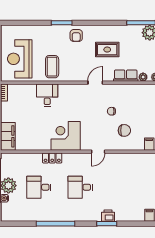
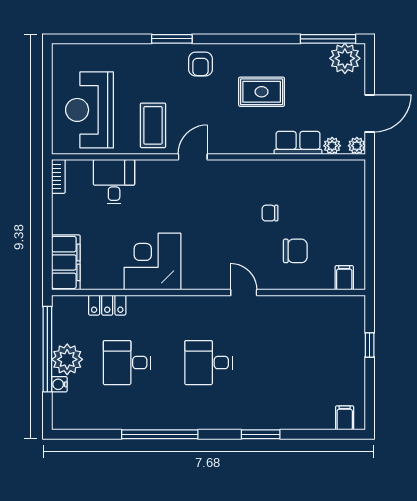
door: (95, 83) -> (193, 157), moved
desk: (47, 95) -> (114, 182), moved
corner desk: (66, 136) -> (152, 262), moved
door: (98, 152) -> (244, 293), swing flipped
locker: (52, 158) -> (107, 305), moved
printer: (108, 216) -> (263, 419), removed

